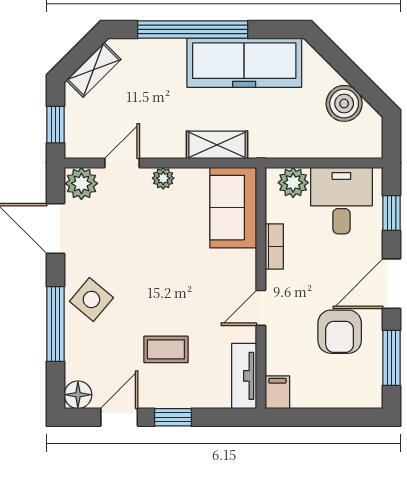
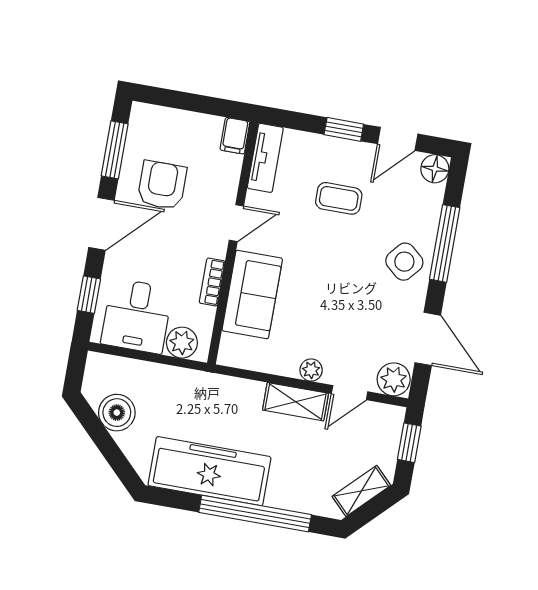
shelving: (217, 145) -> (296, 402), moved
sofa: (233, 208) -> (252, 295), moved

